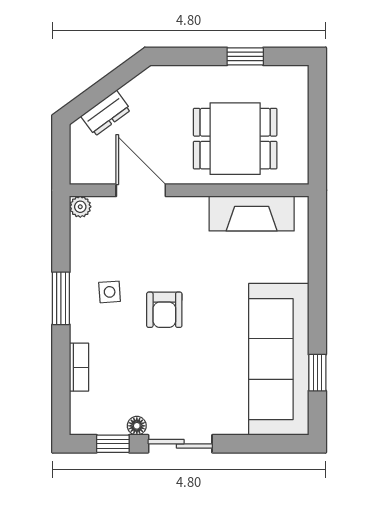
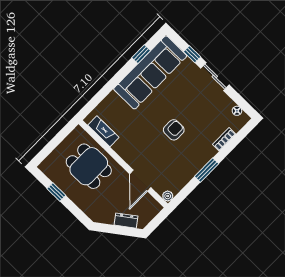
fireplace: (252, 213) -> (103, 131), width x0.73, depth x0.76
side table: (110, 292) -> (187, 155), removed
floor lamp: (137, 426) -> (237, 111), moved
window: (113, 444) -> (192, 54), moved

